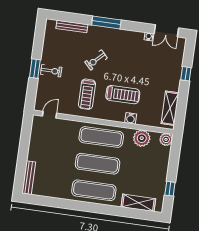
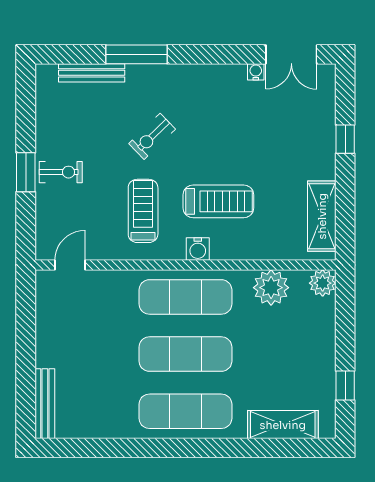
window: (106, 22) -> (137, 54), moved
treadmill: (87, 94) -> (143, 211), turned 180
water cooler: (131, 118) -> (198, 249), moved

